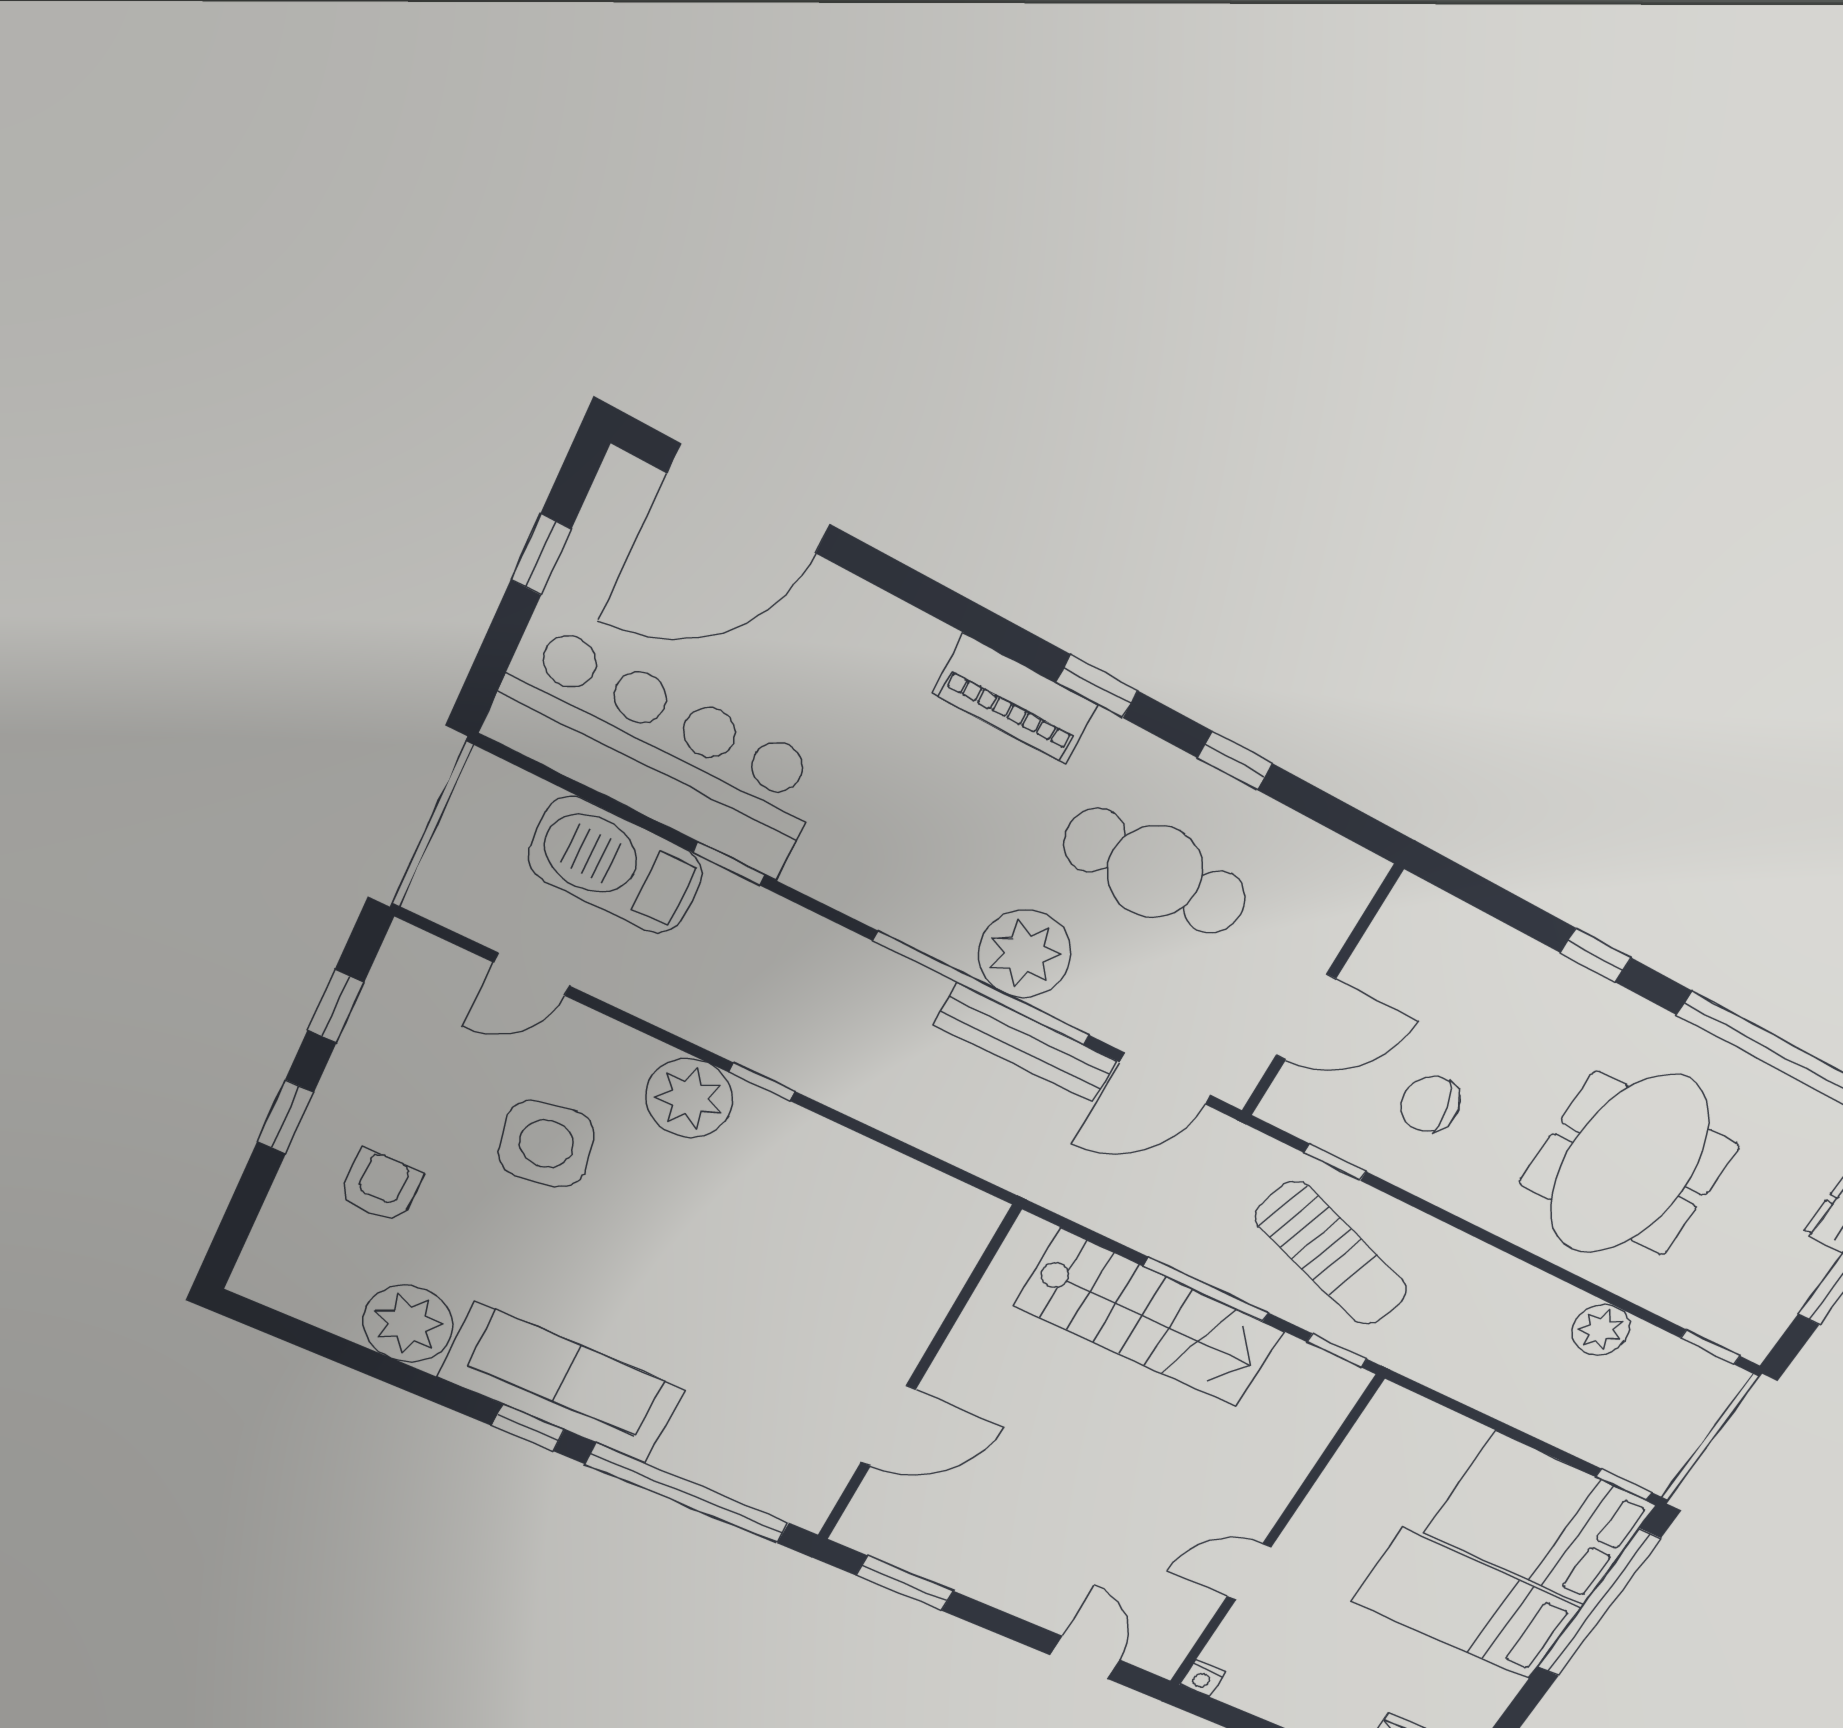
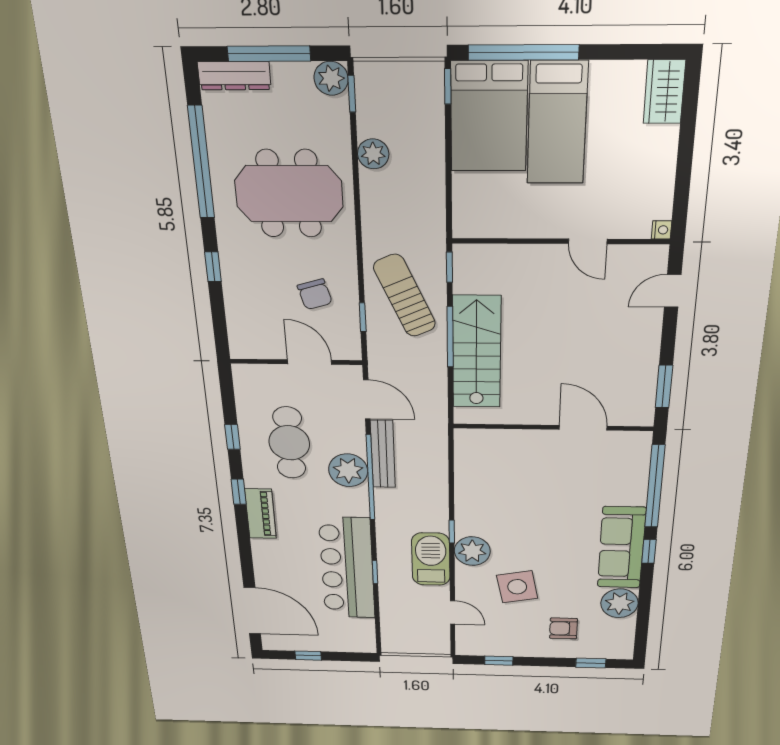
bar counter: (657, 751) -> (347, 568), moved
barbecue: (615, 865) -> (431, 559), moved, turned 180
window: (285, 1117) -> (591, 663), moved
sun lounger: (1331, 1254) -> (405, 296), turned -42
plant: (1753, 1330) -> (331, 78), added

